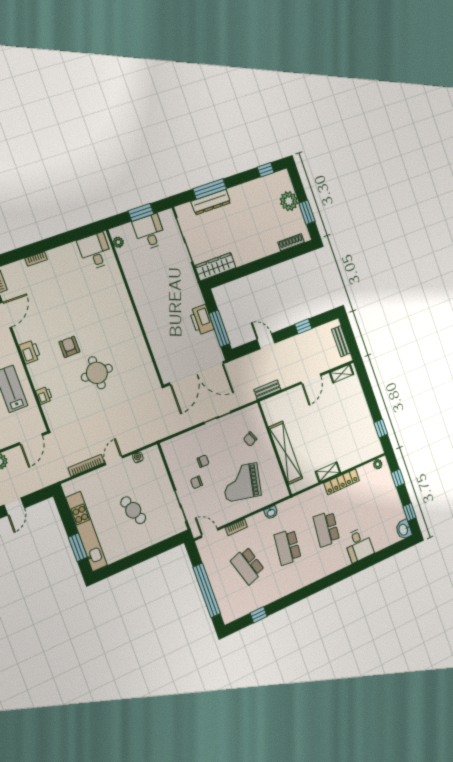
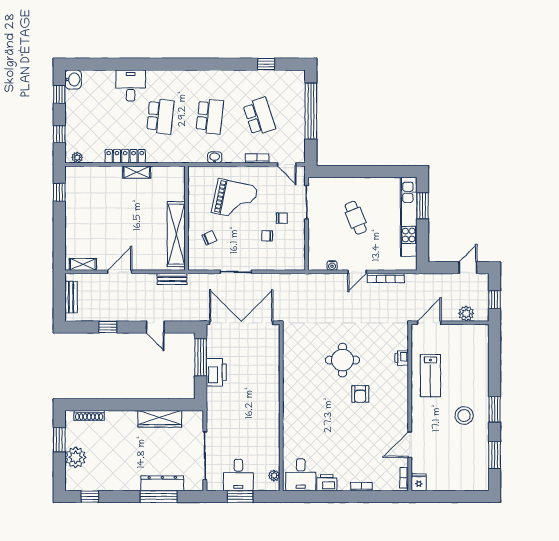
wardrobe: (215, 267) -> (160, 419), moved
printer: (30, 352) -> (327, 483), moved, turned 90
shelving: (286, 453) -> (176, 234), moved

